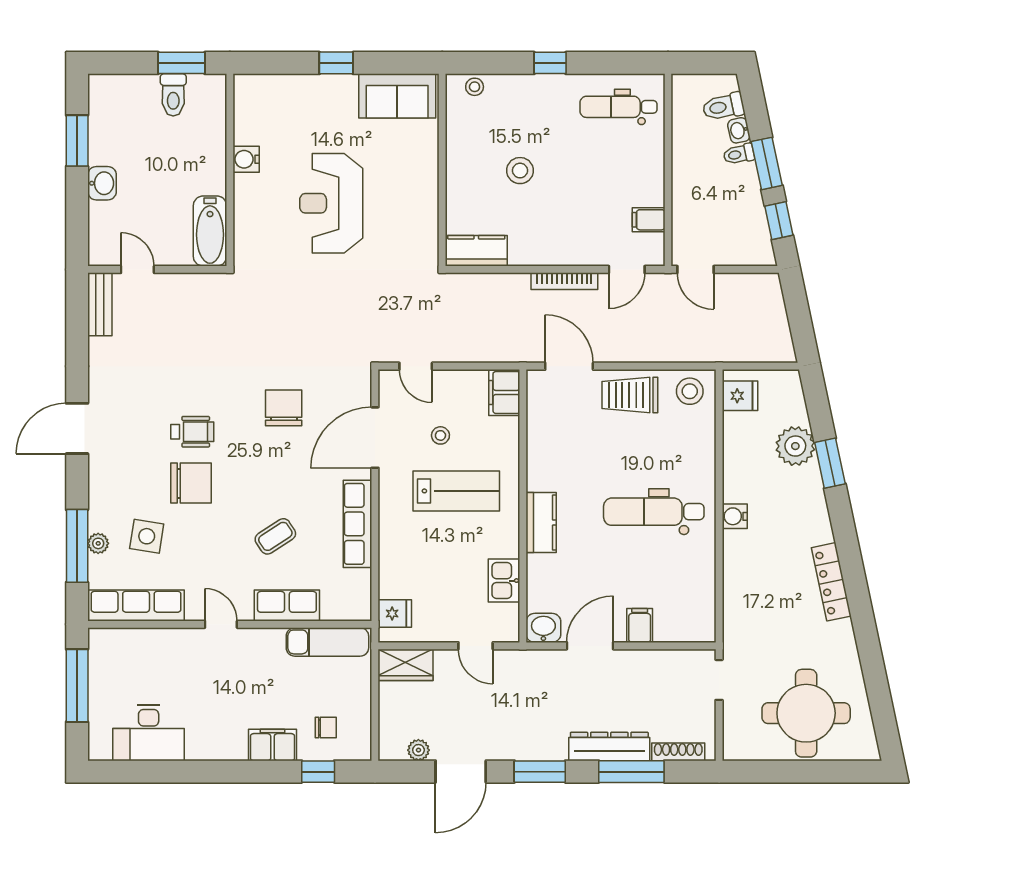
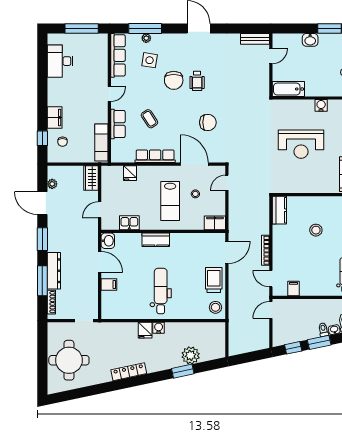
reception desk: (331, 203) -> (301, 144), turned 180
fridge: (740, 396) -> (145, 330), moved
fridge: (395, 613) -> (130, 173), moved

